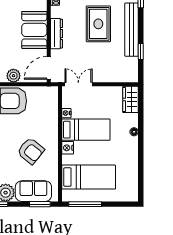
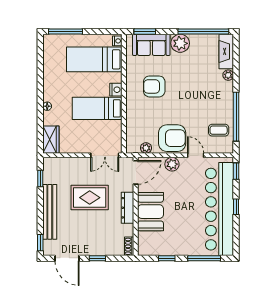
rug: (98, 24) -> (90, 198), moved, turned 90
window: (141, 52) -> (40, 179), moved
plant: (39, 91) -> (146, 148), added
nightstand: (66, 113) -> (117, 41), moved
armchair: (31, 151) -> (154, 86), turned -39
window: (85, 204) -> (65, 31), moved

